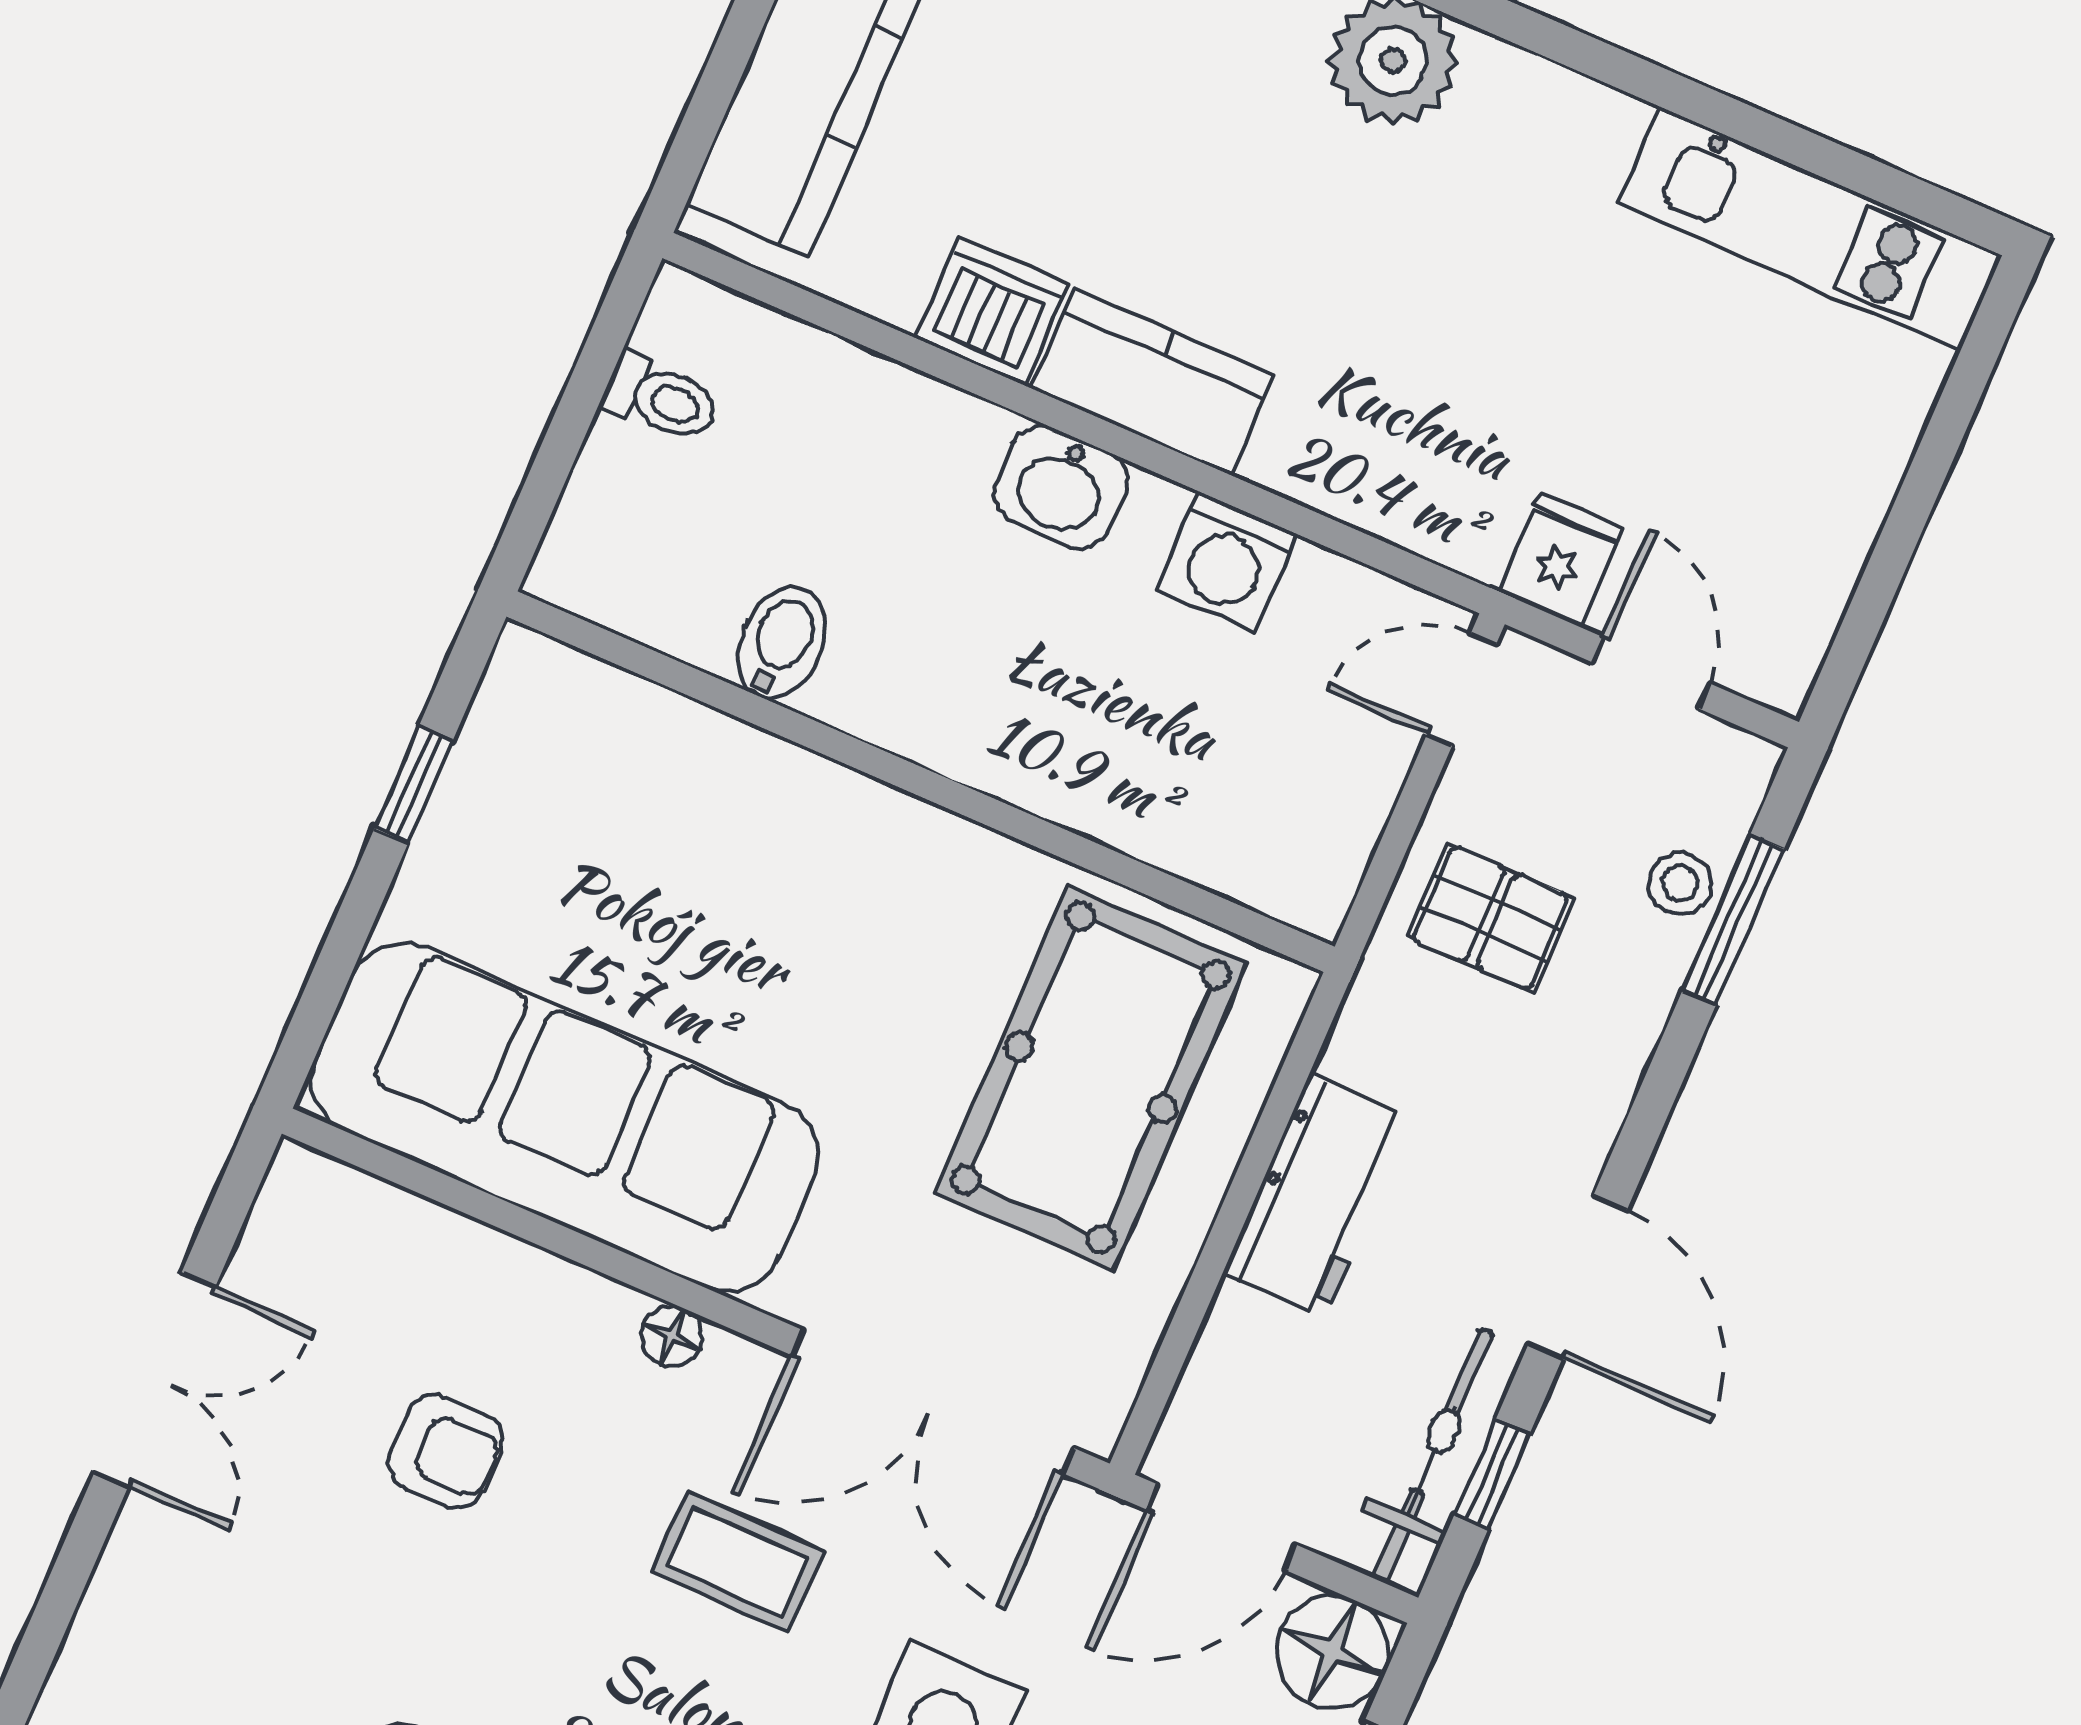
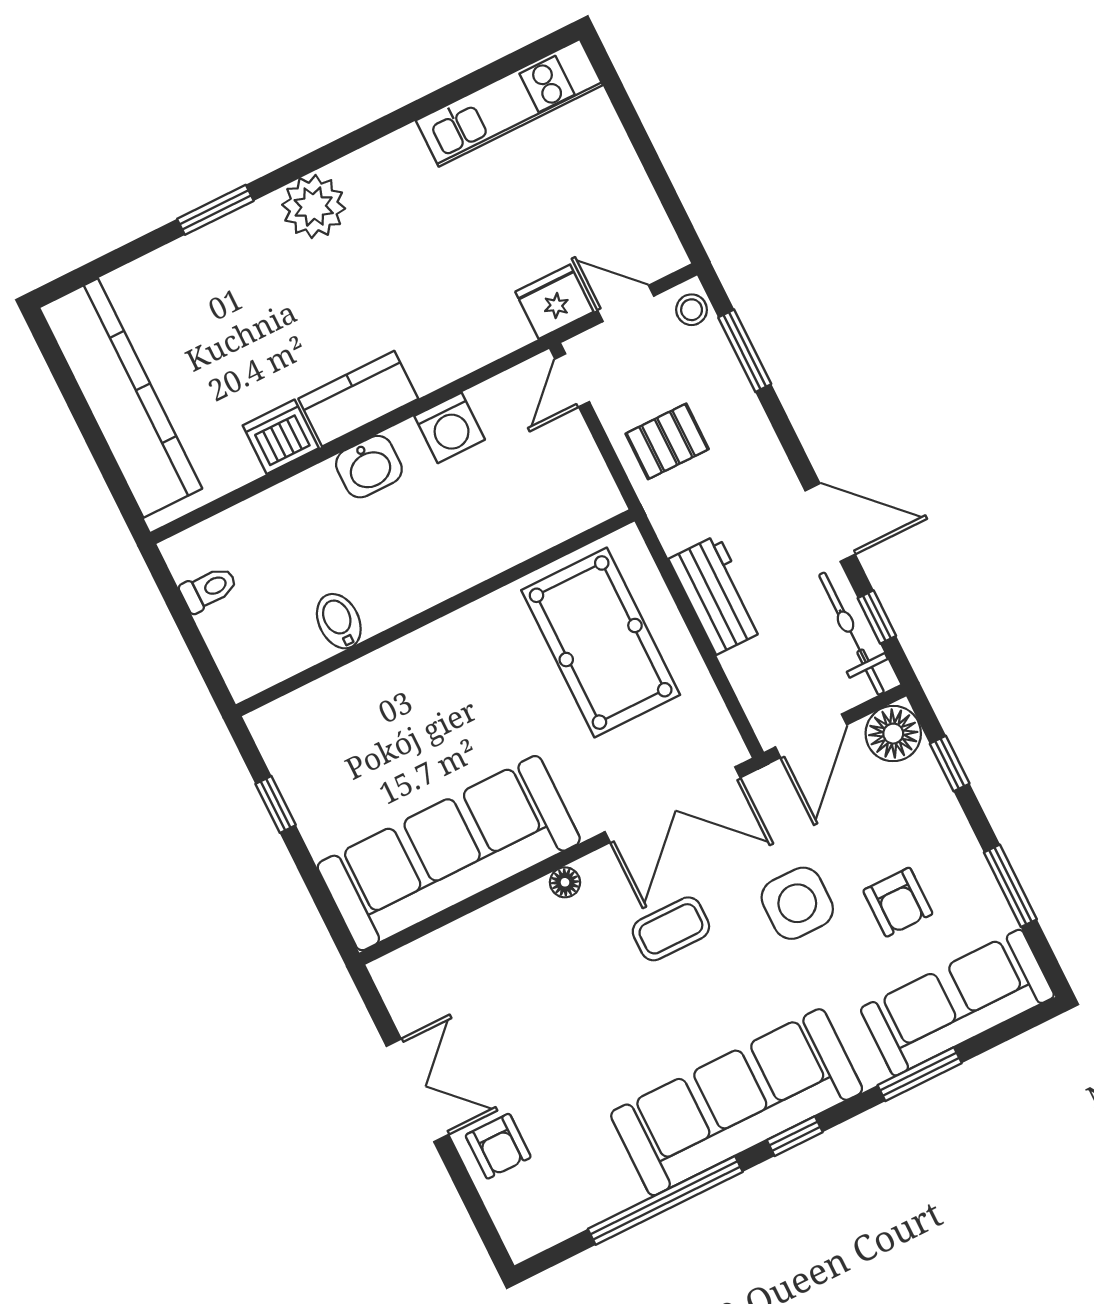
fridge: (1560, 560) -> (554, 302), width x1.38
stool: (1680, 883) -> (692, 310), moved
armchair: (446, 1451) -> (498, 1146), moved, turned 90

